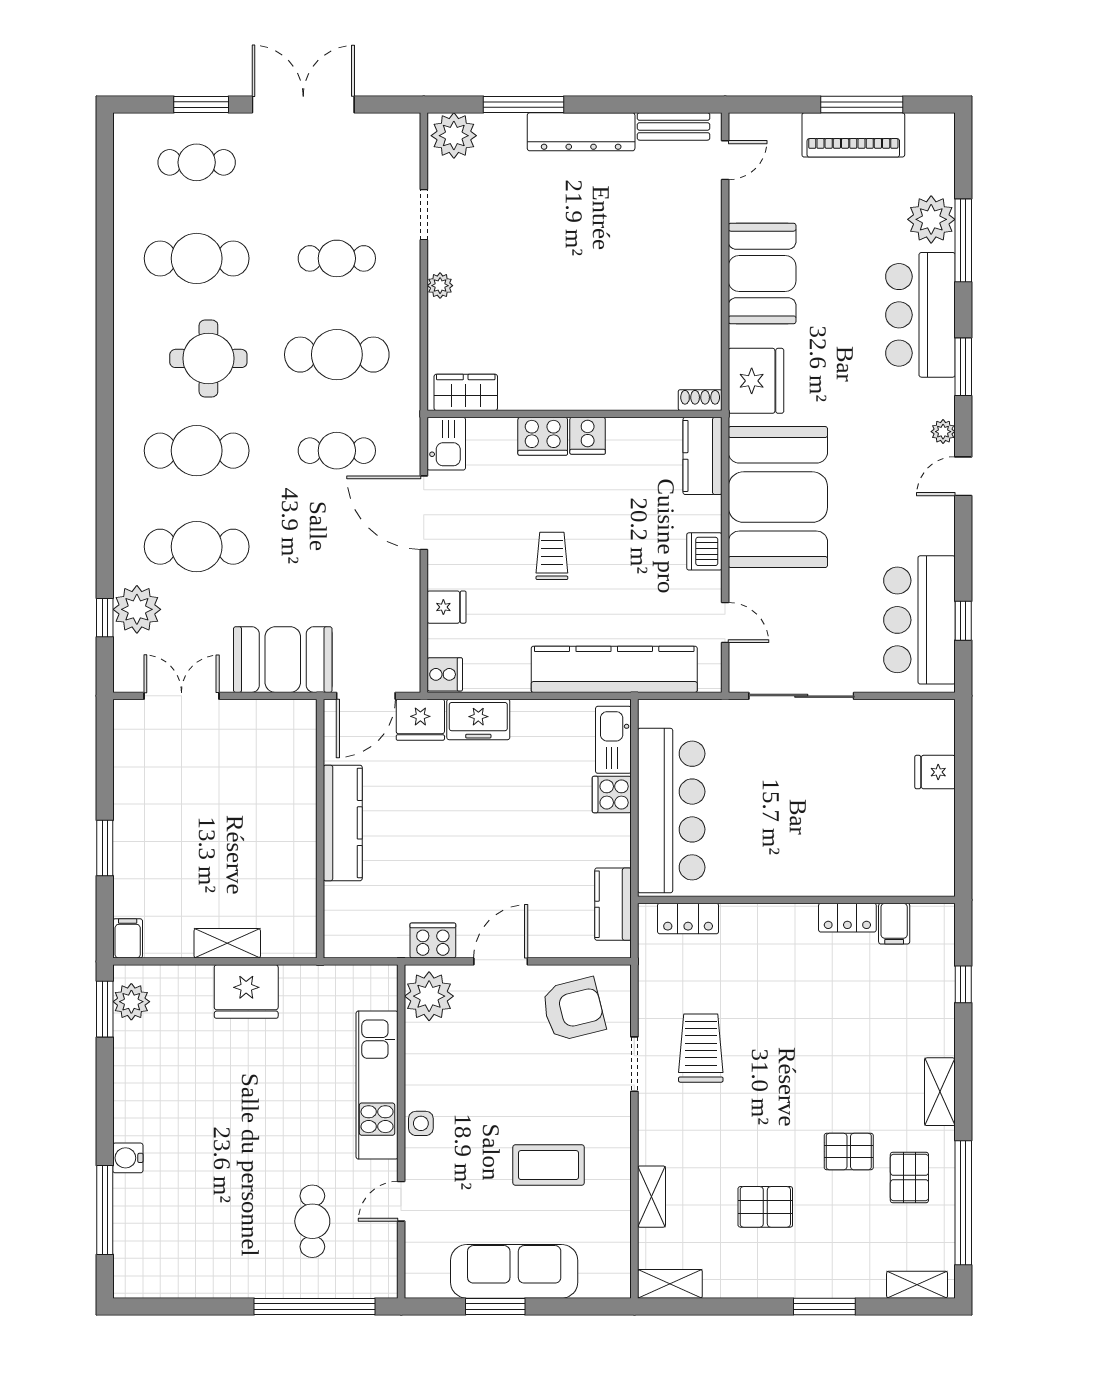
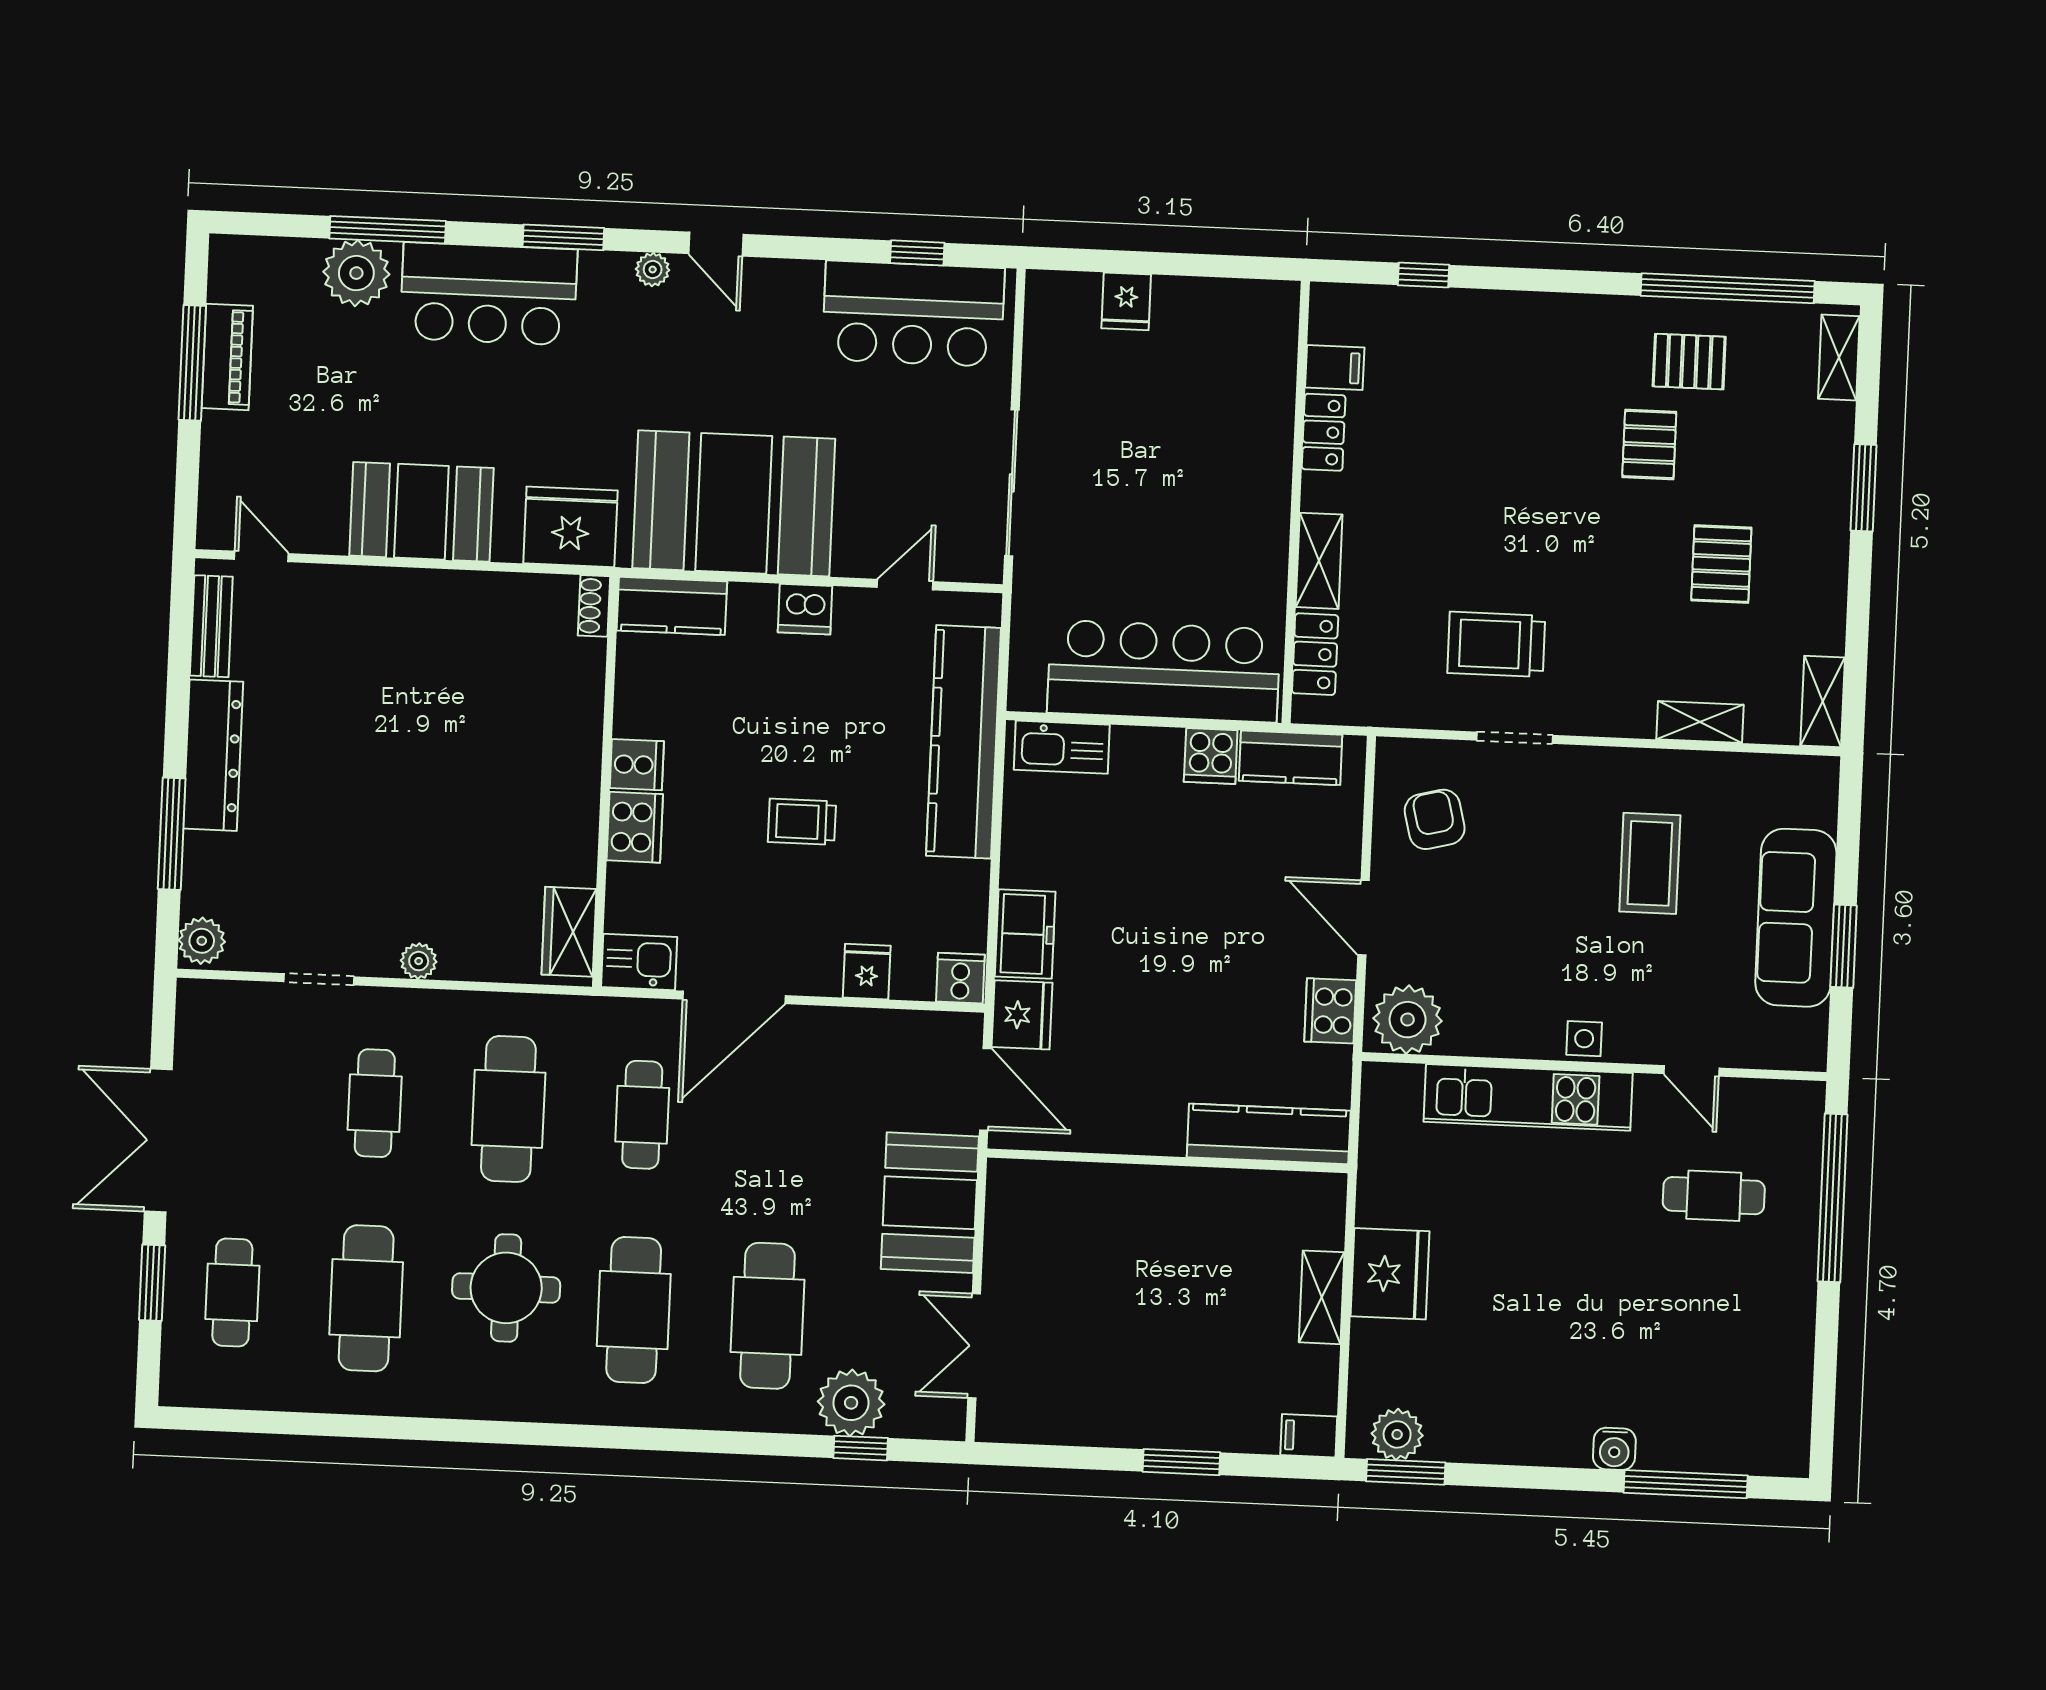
piano: (853, 135) -> (227, 357), width x0.73, depth x0.75
plant: (454, 136) -> (202, 941), width x0.73, depth x0.73
cooker: (612, 794) -> (1211, 756), moved
kitchen counter: (343, 823) -> (1269, 1134), moved
armchair: (573, 1009) -> (1435, 819), width x0.72, depth x0.72
shelving: (940, 1092) -> (1319, 561), moved, turned 90

